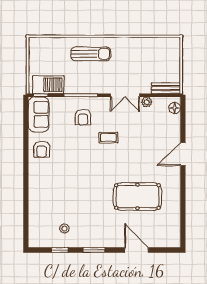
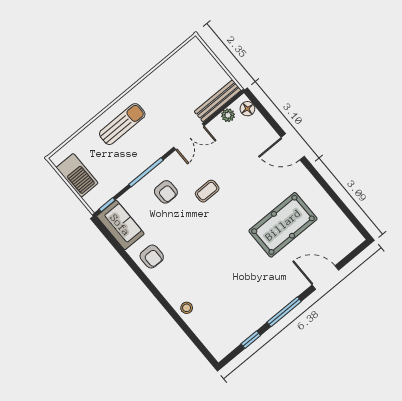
barbecue: (48, 85) -> (77, 175), moved, turned 90
bench: (166, 88) -> (218, 101), width x1.36
plant: (147, 102) -> (228, 115), moved
door: (183, 154) -> (293, 147), hinge flipped
stool: (64, 229) -> (187, 308), moved
window: (94, 250) -> (284, 312), width x1.44

